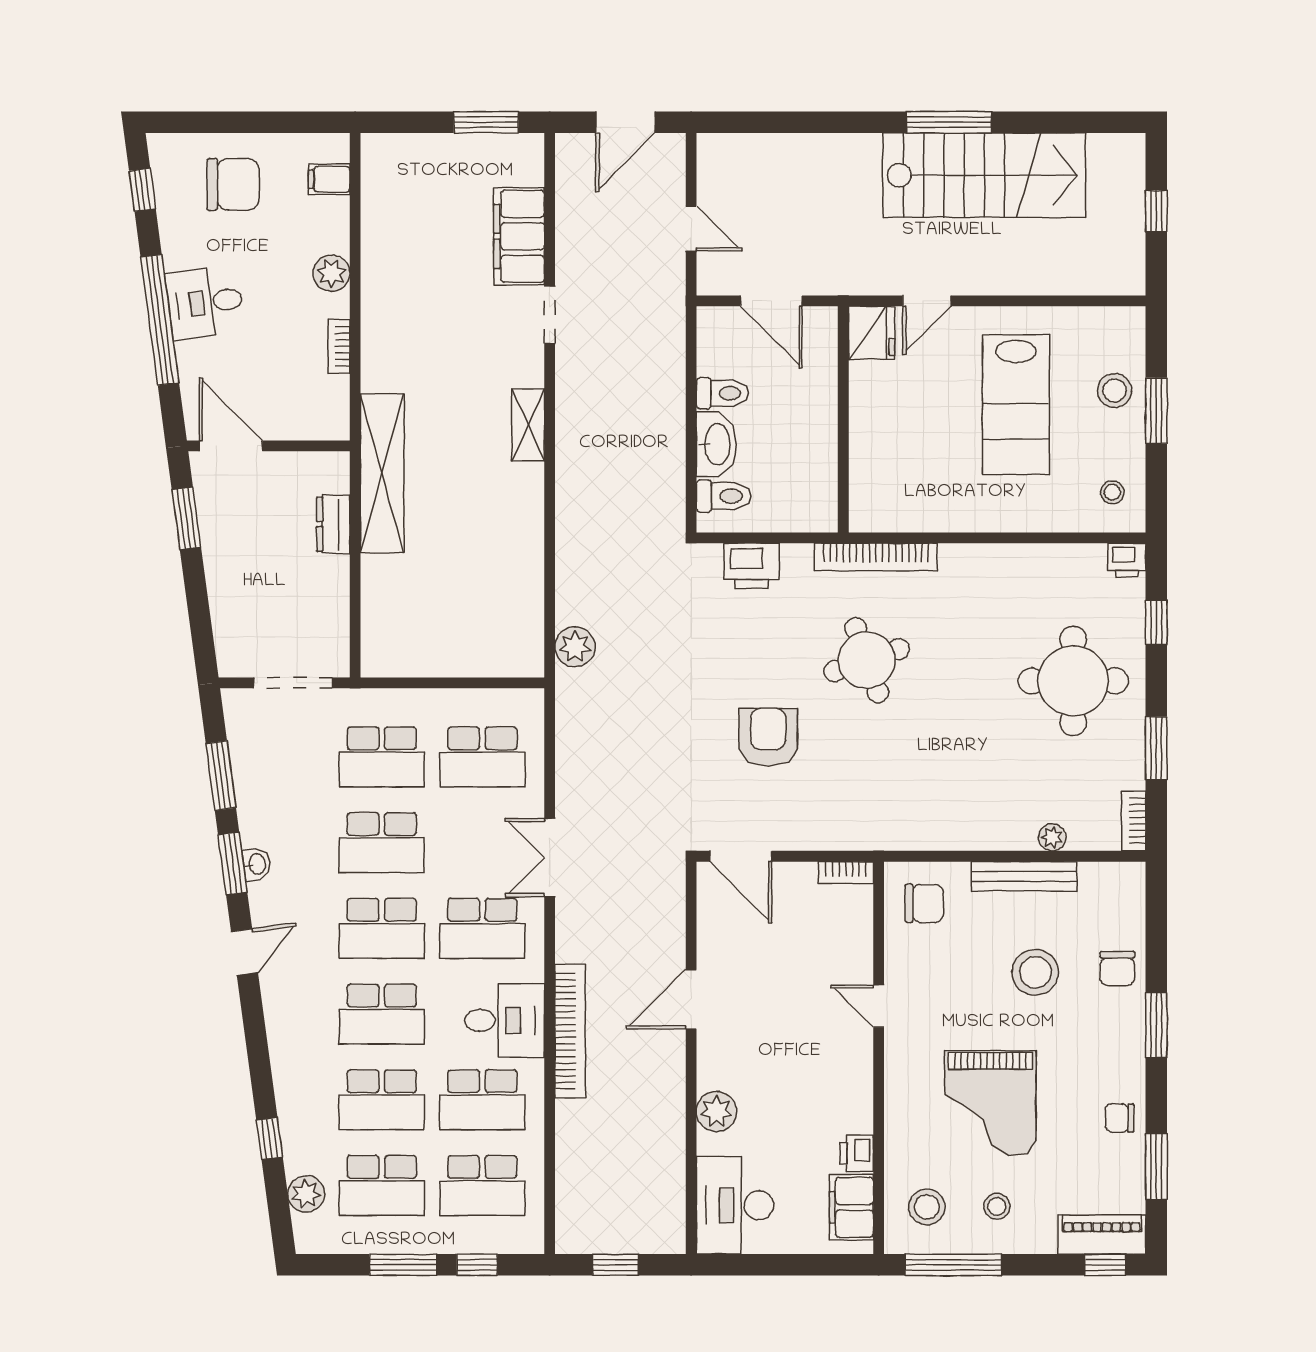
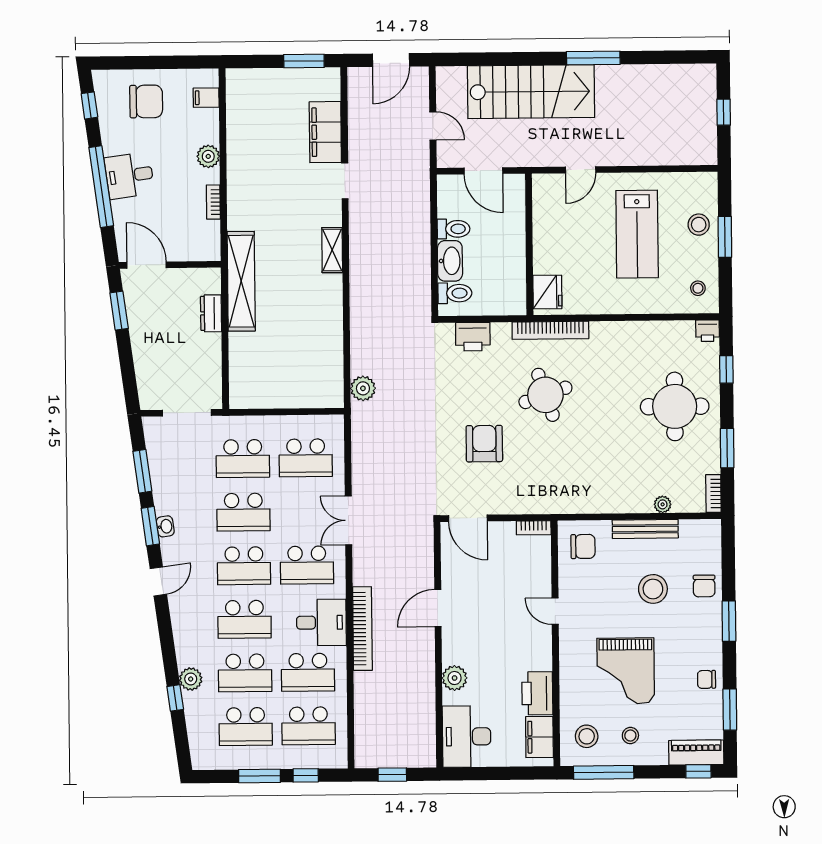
stairs: (984, 175) -> (531, 92), moved
fridge: (872, 333) -> (547, 292), moved
printer: (857, 1153) -> (537, 693), width x1.87, depth x1.48
plant: (306, 1194) -> (191, 679), moved

